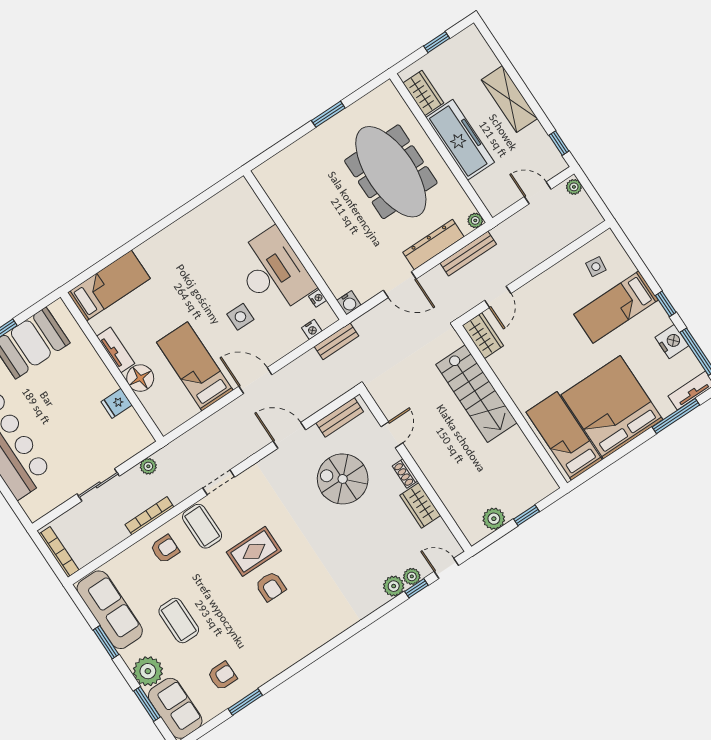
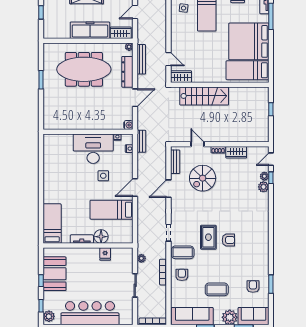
wardrobe: (423, 93) -> (121, 33), moved
plant: (494, 519) -> (263, 124), removed

